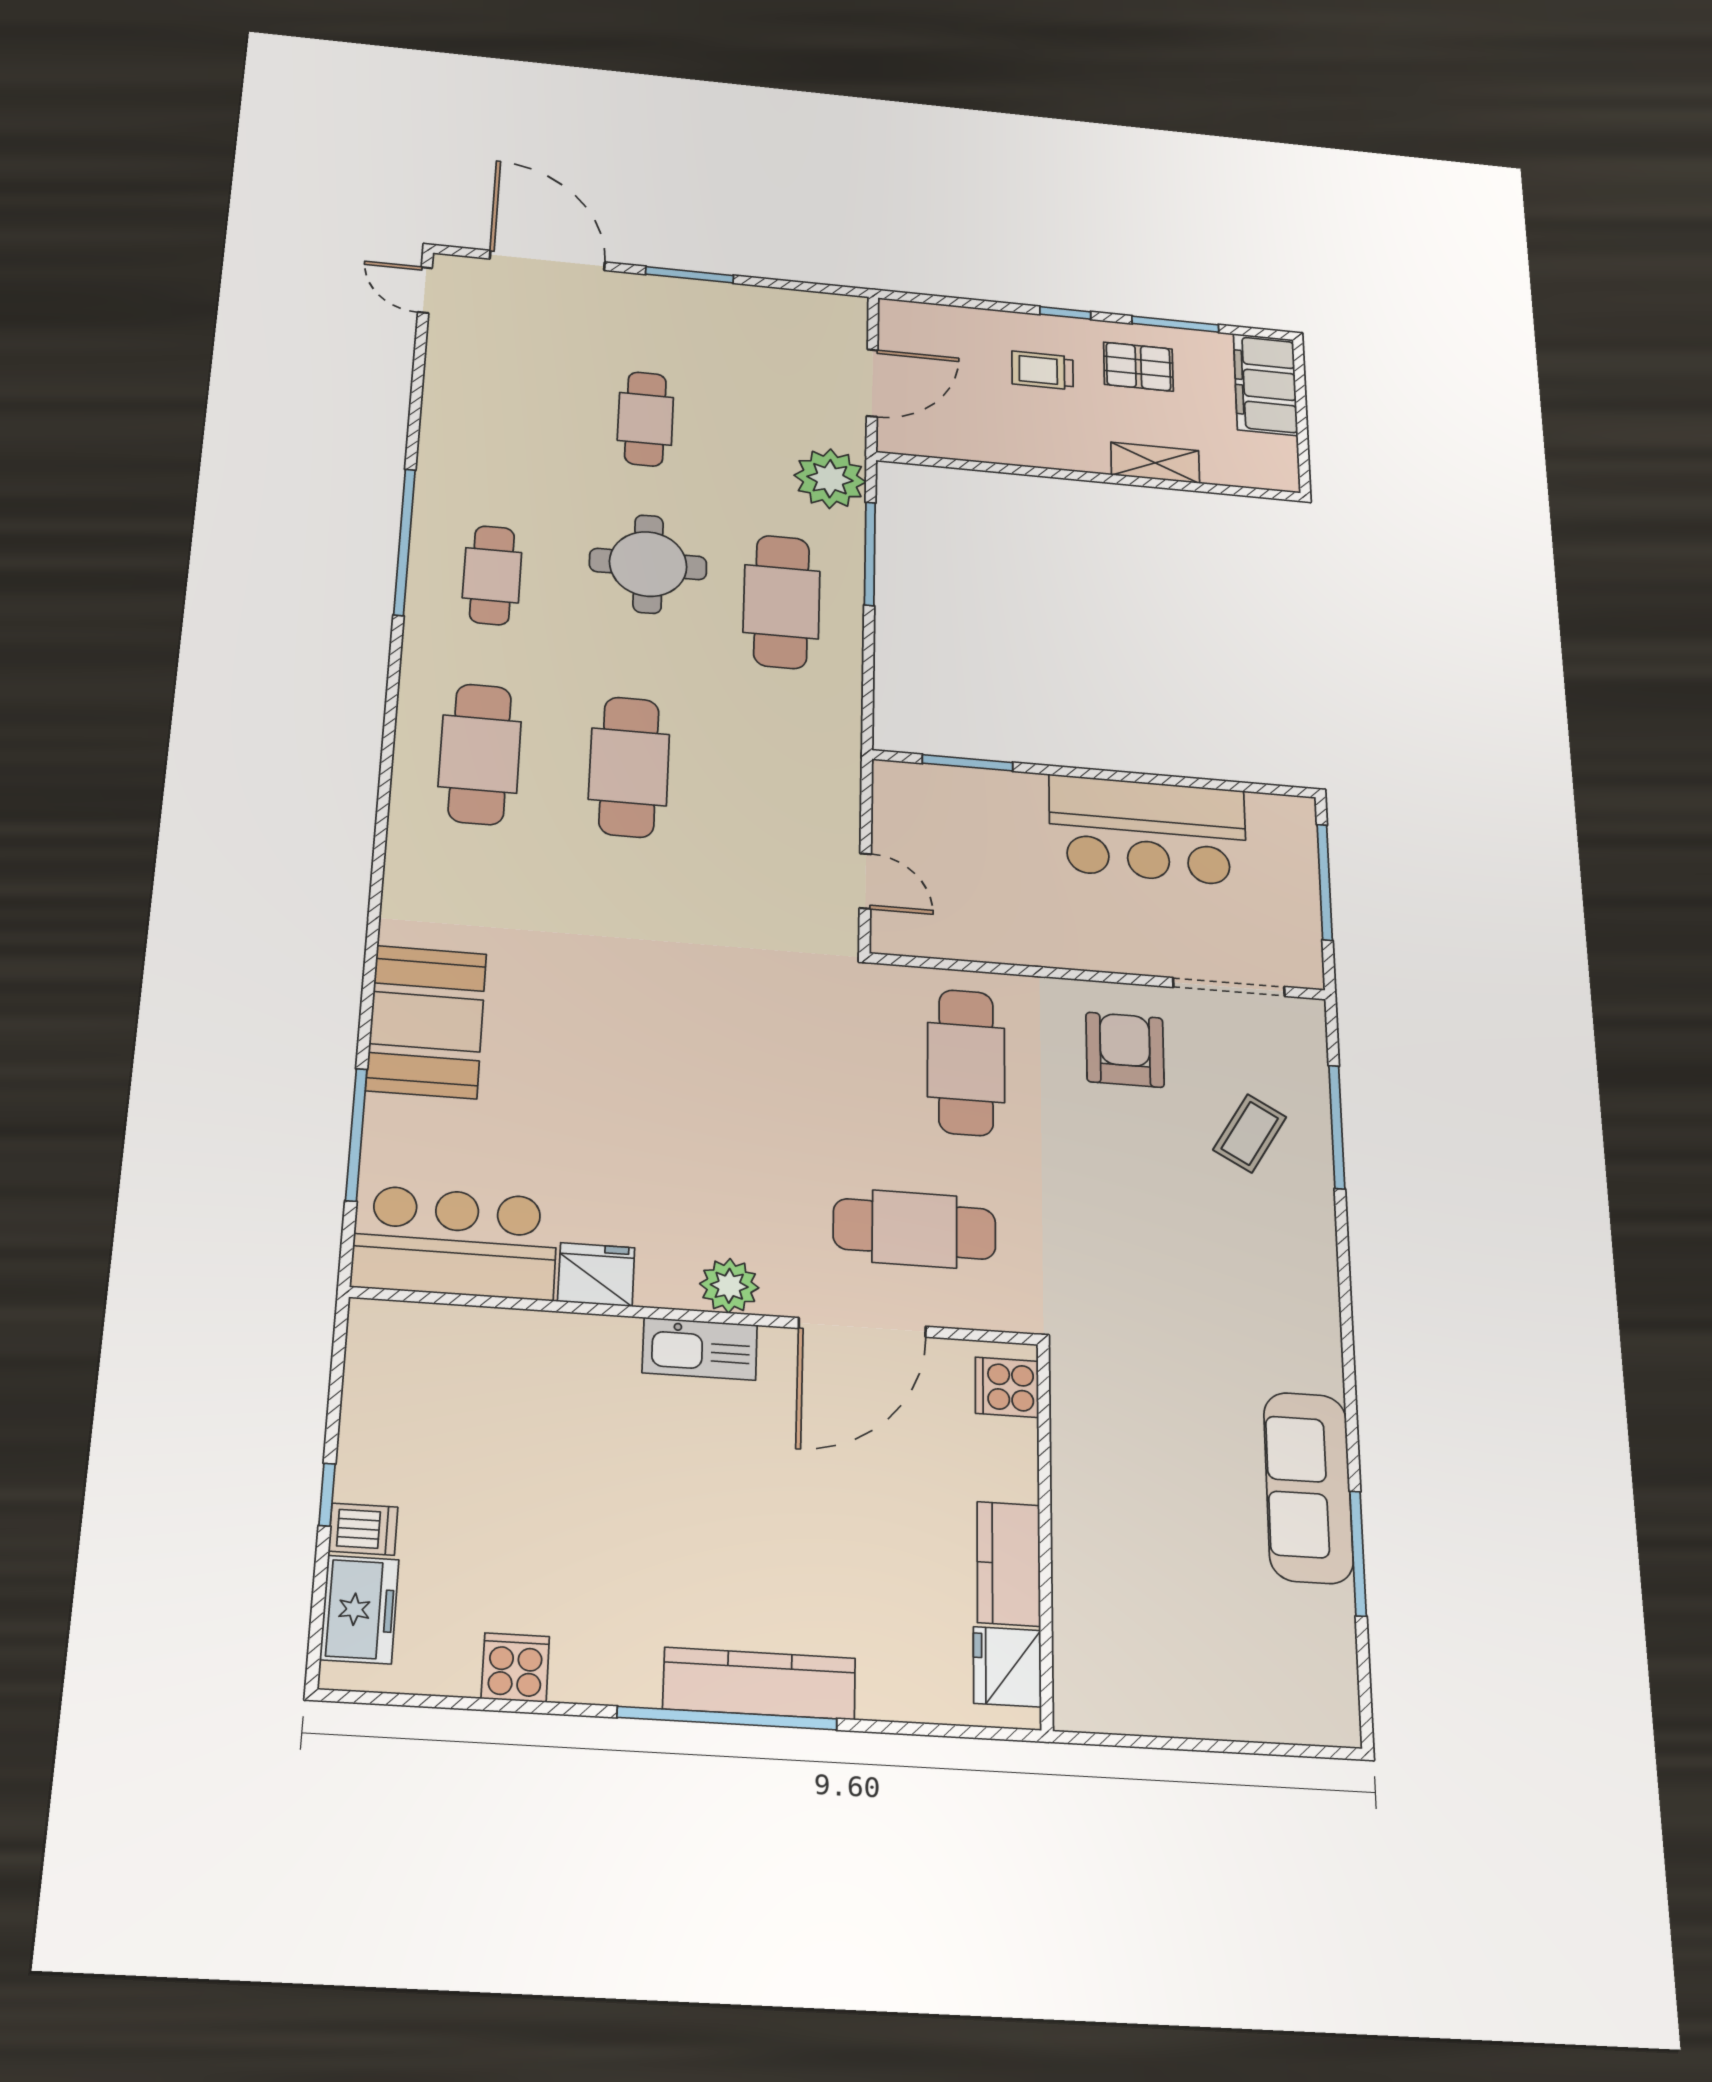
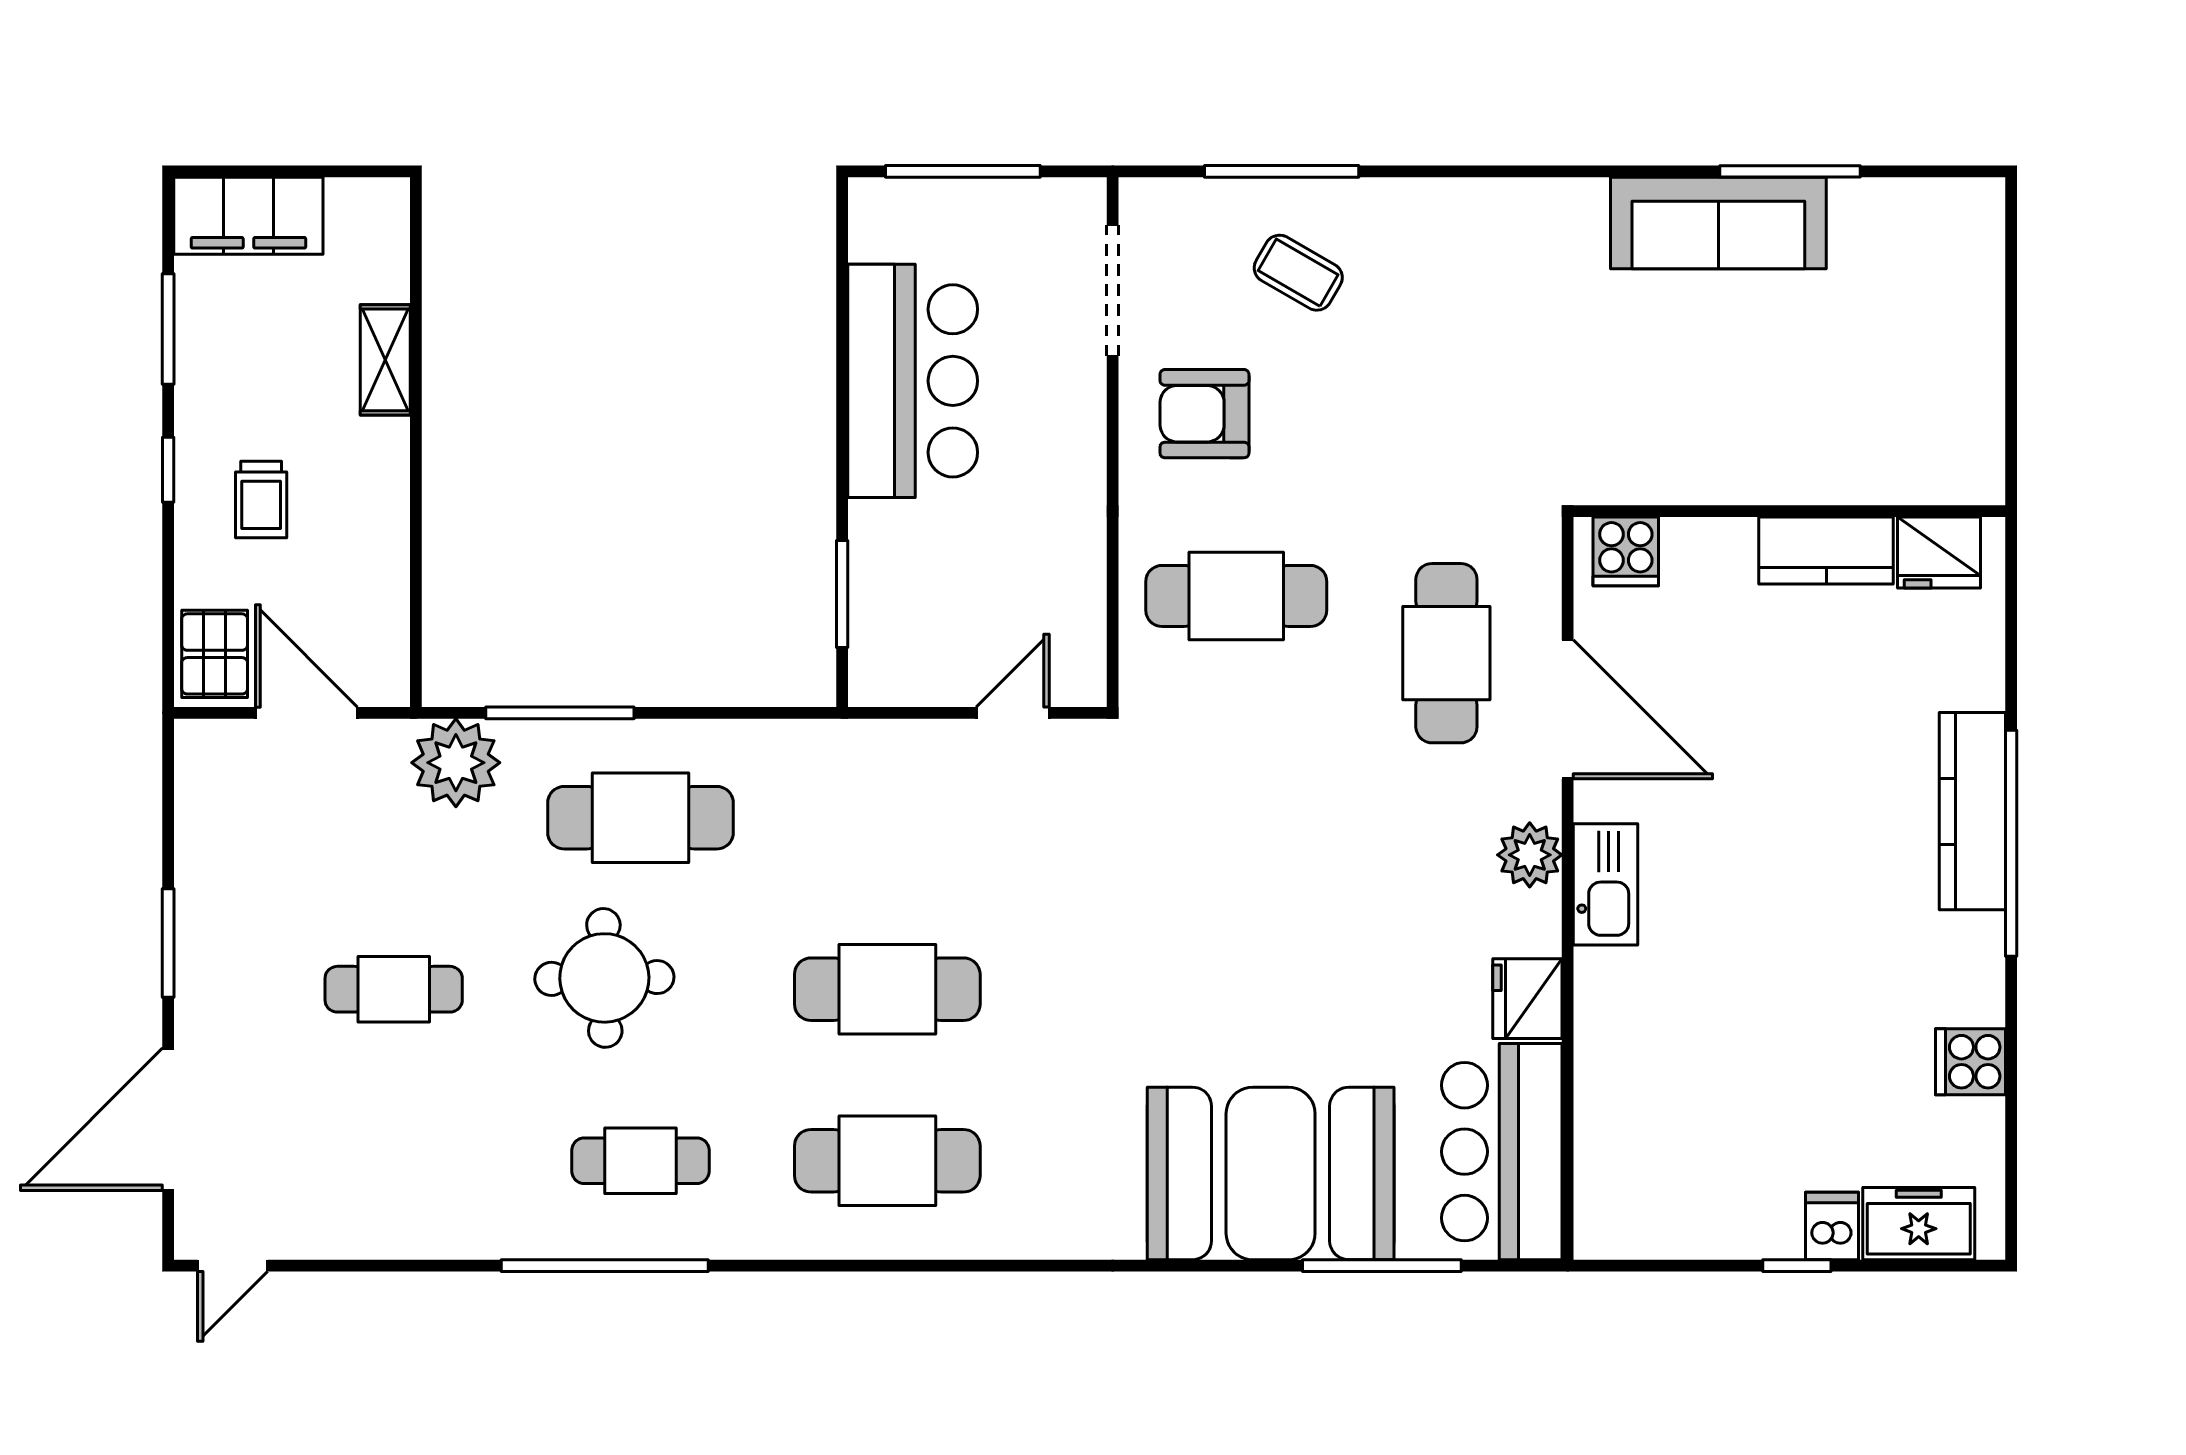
pallet: (1138, 367) -> (215, 654), moved
booth: (426, 1022) -> (1271, 1173), width x1.36, depth x1.42

